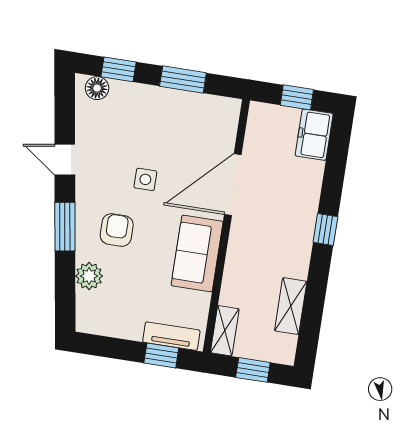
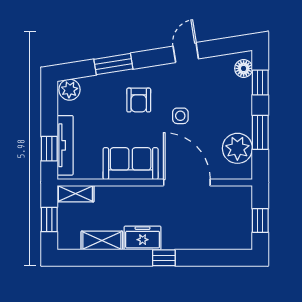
plant: (199, 112) -> (237, 148), added
freezer: (314, 135) -> (143, 238), moved
window: (65, 227) -> (113, 64), moved
armchair: (117, 230) -> (139, 100), turned 90
plant: (89, 276) -> (69, 90), moved
tv unit: (171, 336) -> (65, 145), width x1.41

